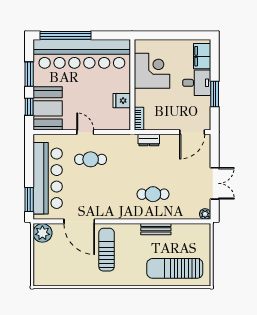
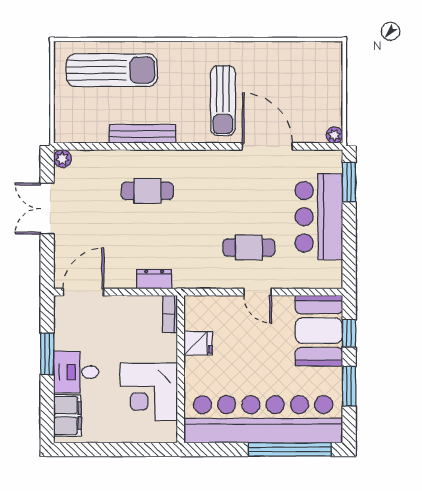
bar counter: (48, 178) -> (319, 217), width x0.73
bench: (156, 229) -> (142, 134), width x1.36
plant: (42, 233) -> (334, 135), width x0.53, depth x0.53

